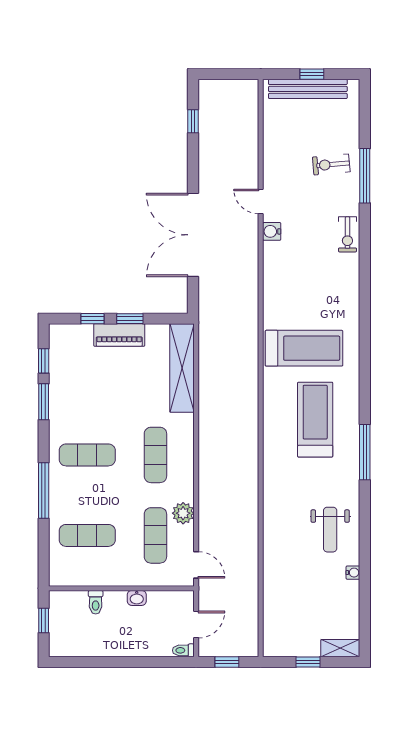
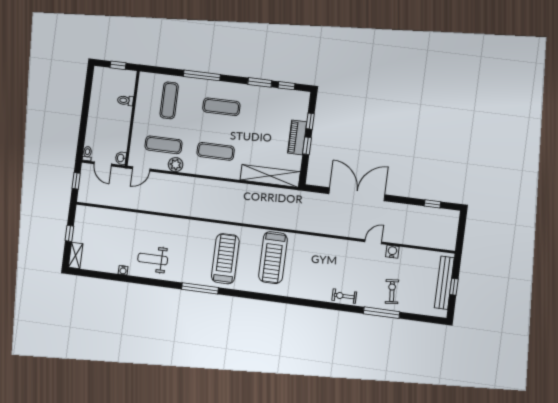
water cooler: (272, 231) -> (392, 252), moved
treadmill: (315, 420) -> (225, 259), turned -90
exercise mat: (87, 455) -> (221, 107), turned 90
washbasin: (137, 598) -> (121, 158), moved

